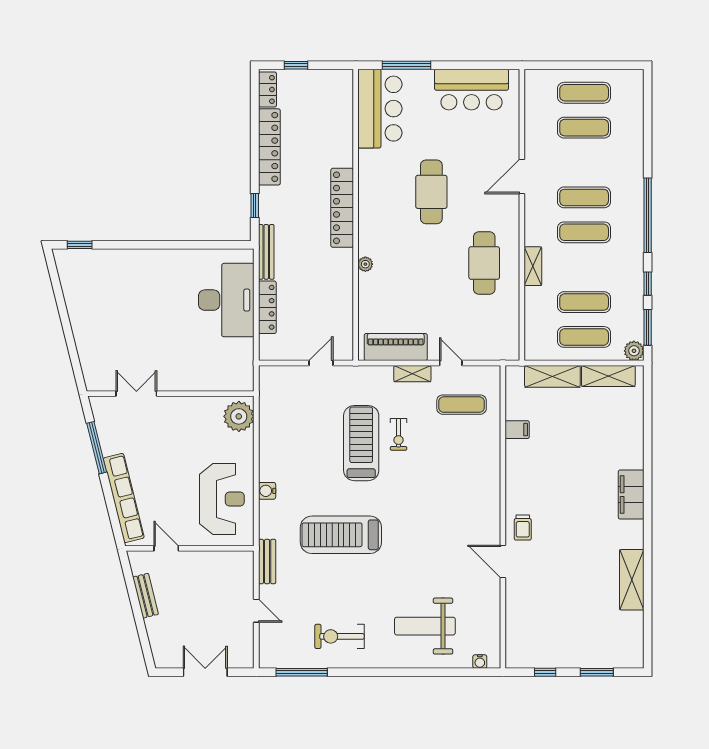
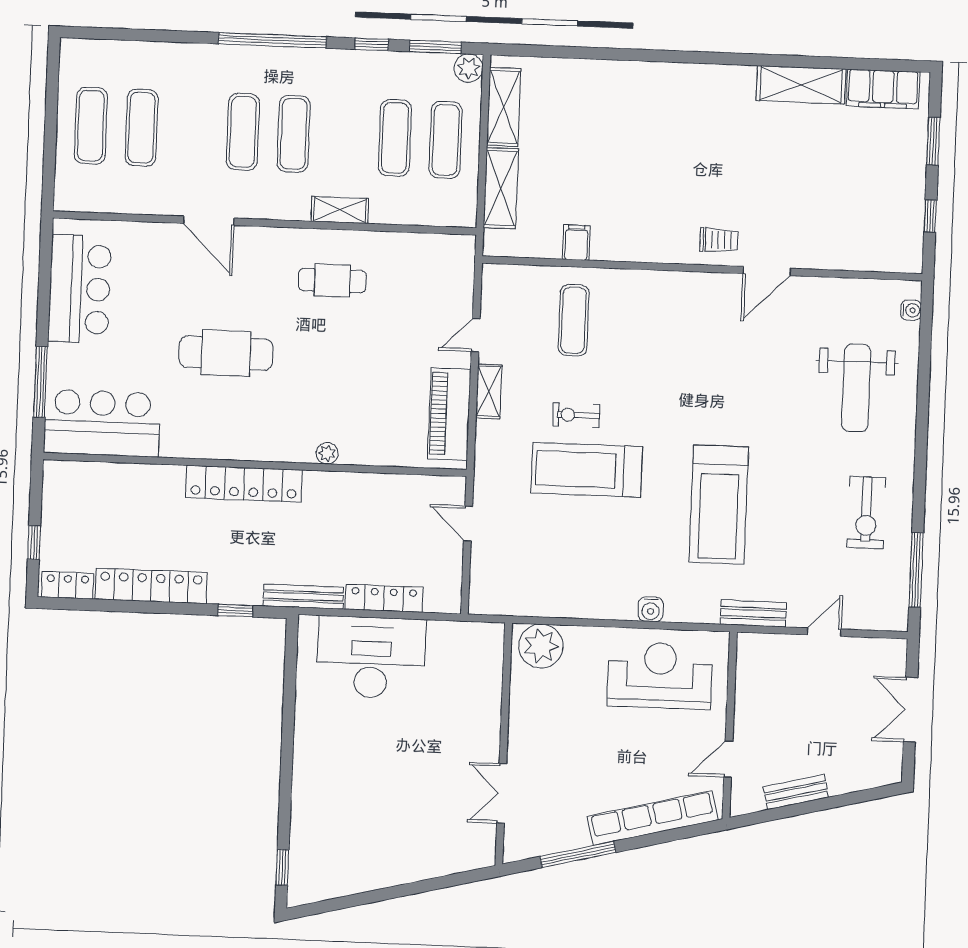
cafe table: (484, 263) -> (332, 281), width x0.73, depth x0.74
exercise mat: (462, 405) -> (574, 320), moved
exercise bike: (399, 434) -> (576, 415), turned 180
filing cabinet: (631, 495) -> (883, 89), moved

